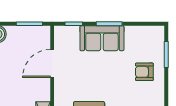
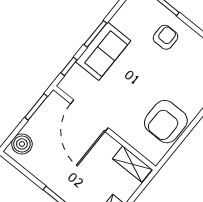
door: (52, 64) -> (89, 116), width x1.36
armchair: (144, 72) -> (165, 37), turned 180

